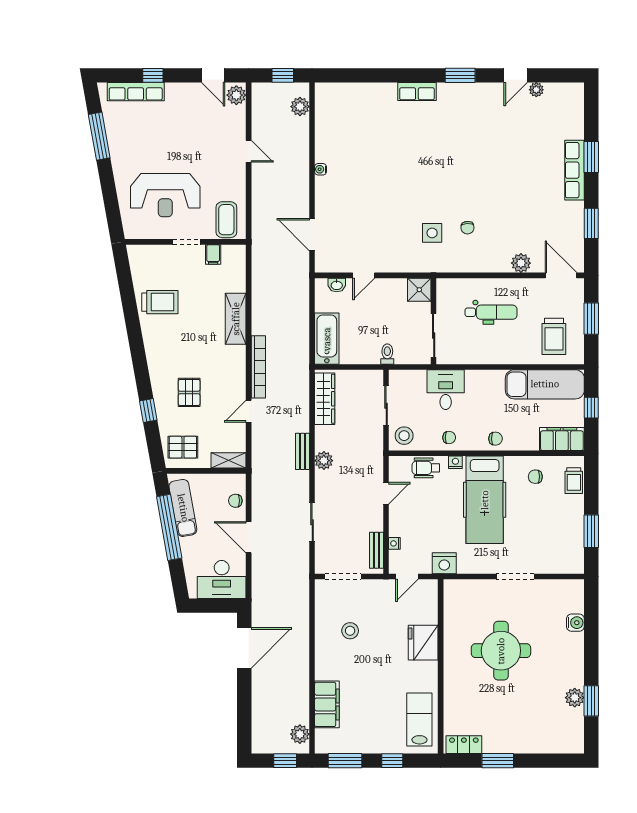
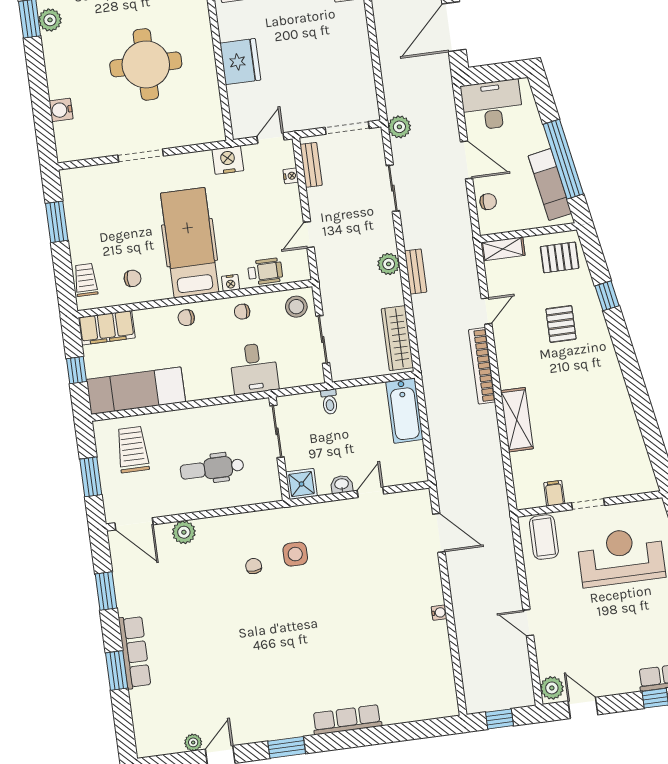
row of seats: (417, 92) -> (347, 720), width x1.48
plant: (300, 107) -> (399, 127), moved
washbasin: (337, 285) -> (342, 484), moved
trolley: (160, 302) -> (610, 428), removed
stool: (350, 631) -> (330, 64), removed

